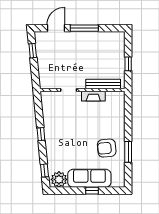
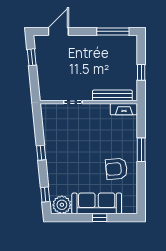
window: (84, 28) -> (113, 31), moved
fireplace: (93, 96) -> (124, 109), moved
window: (128, 152) -> (141, 150), moved

